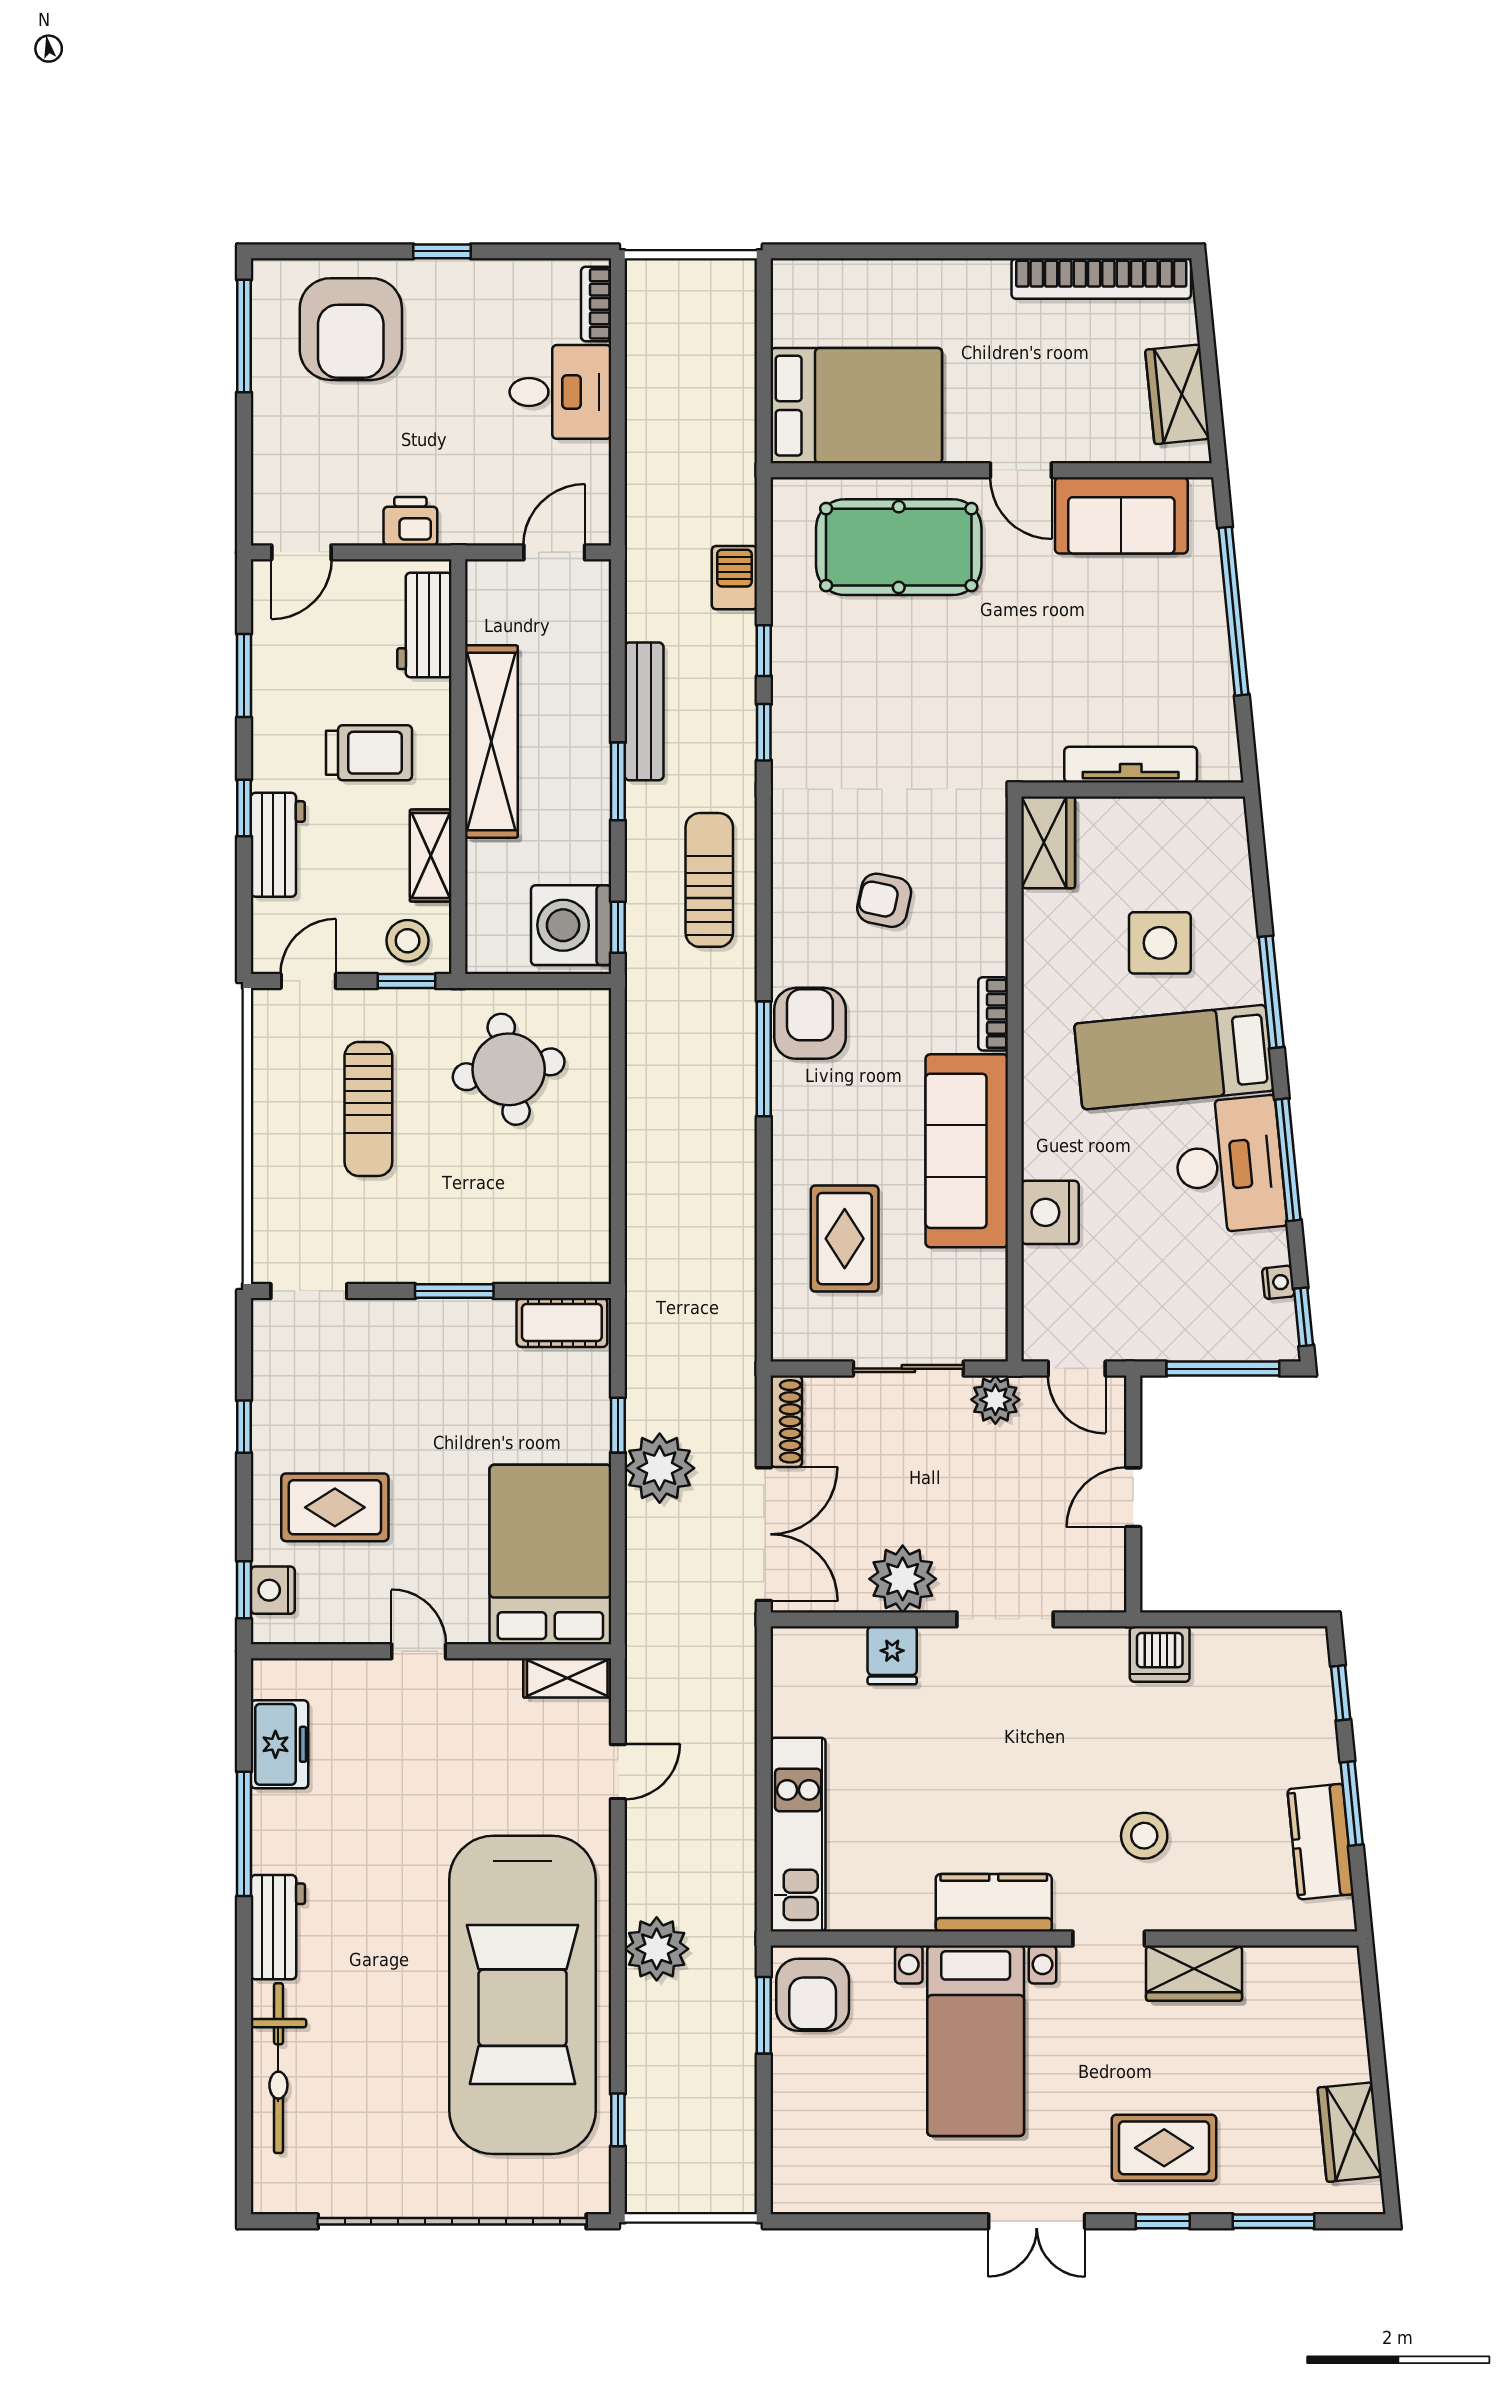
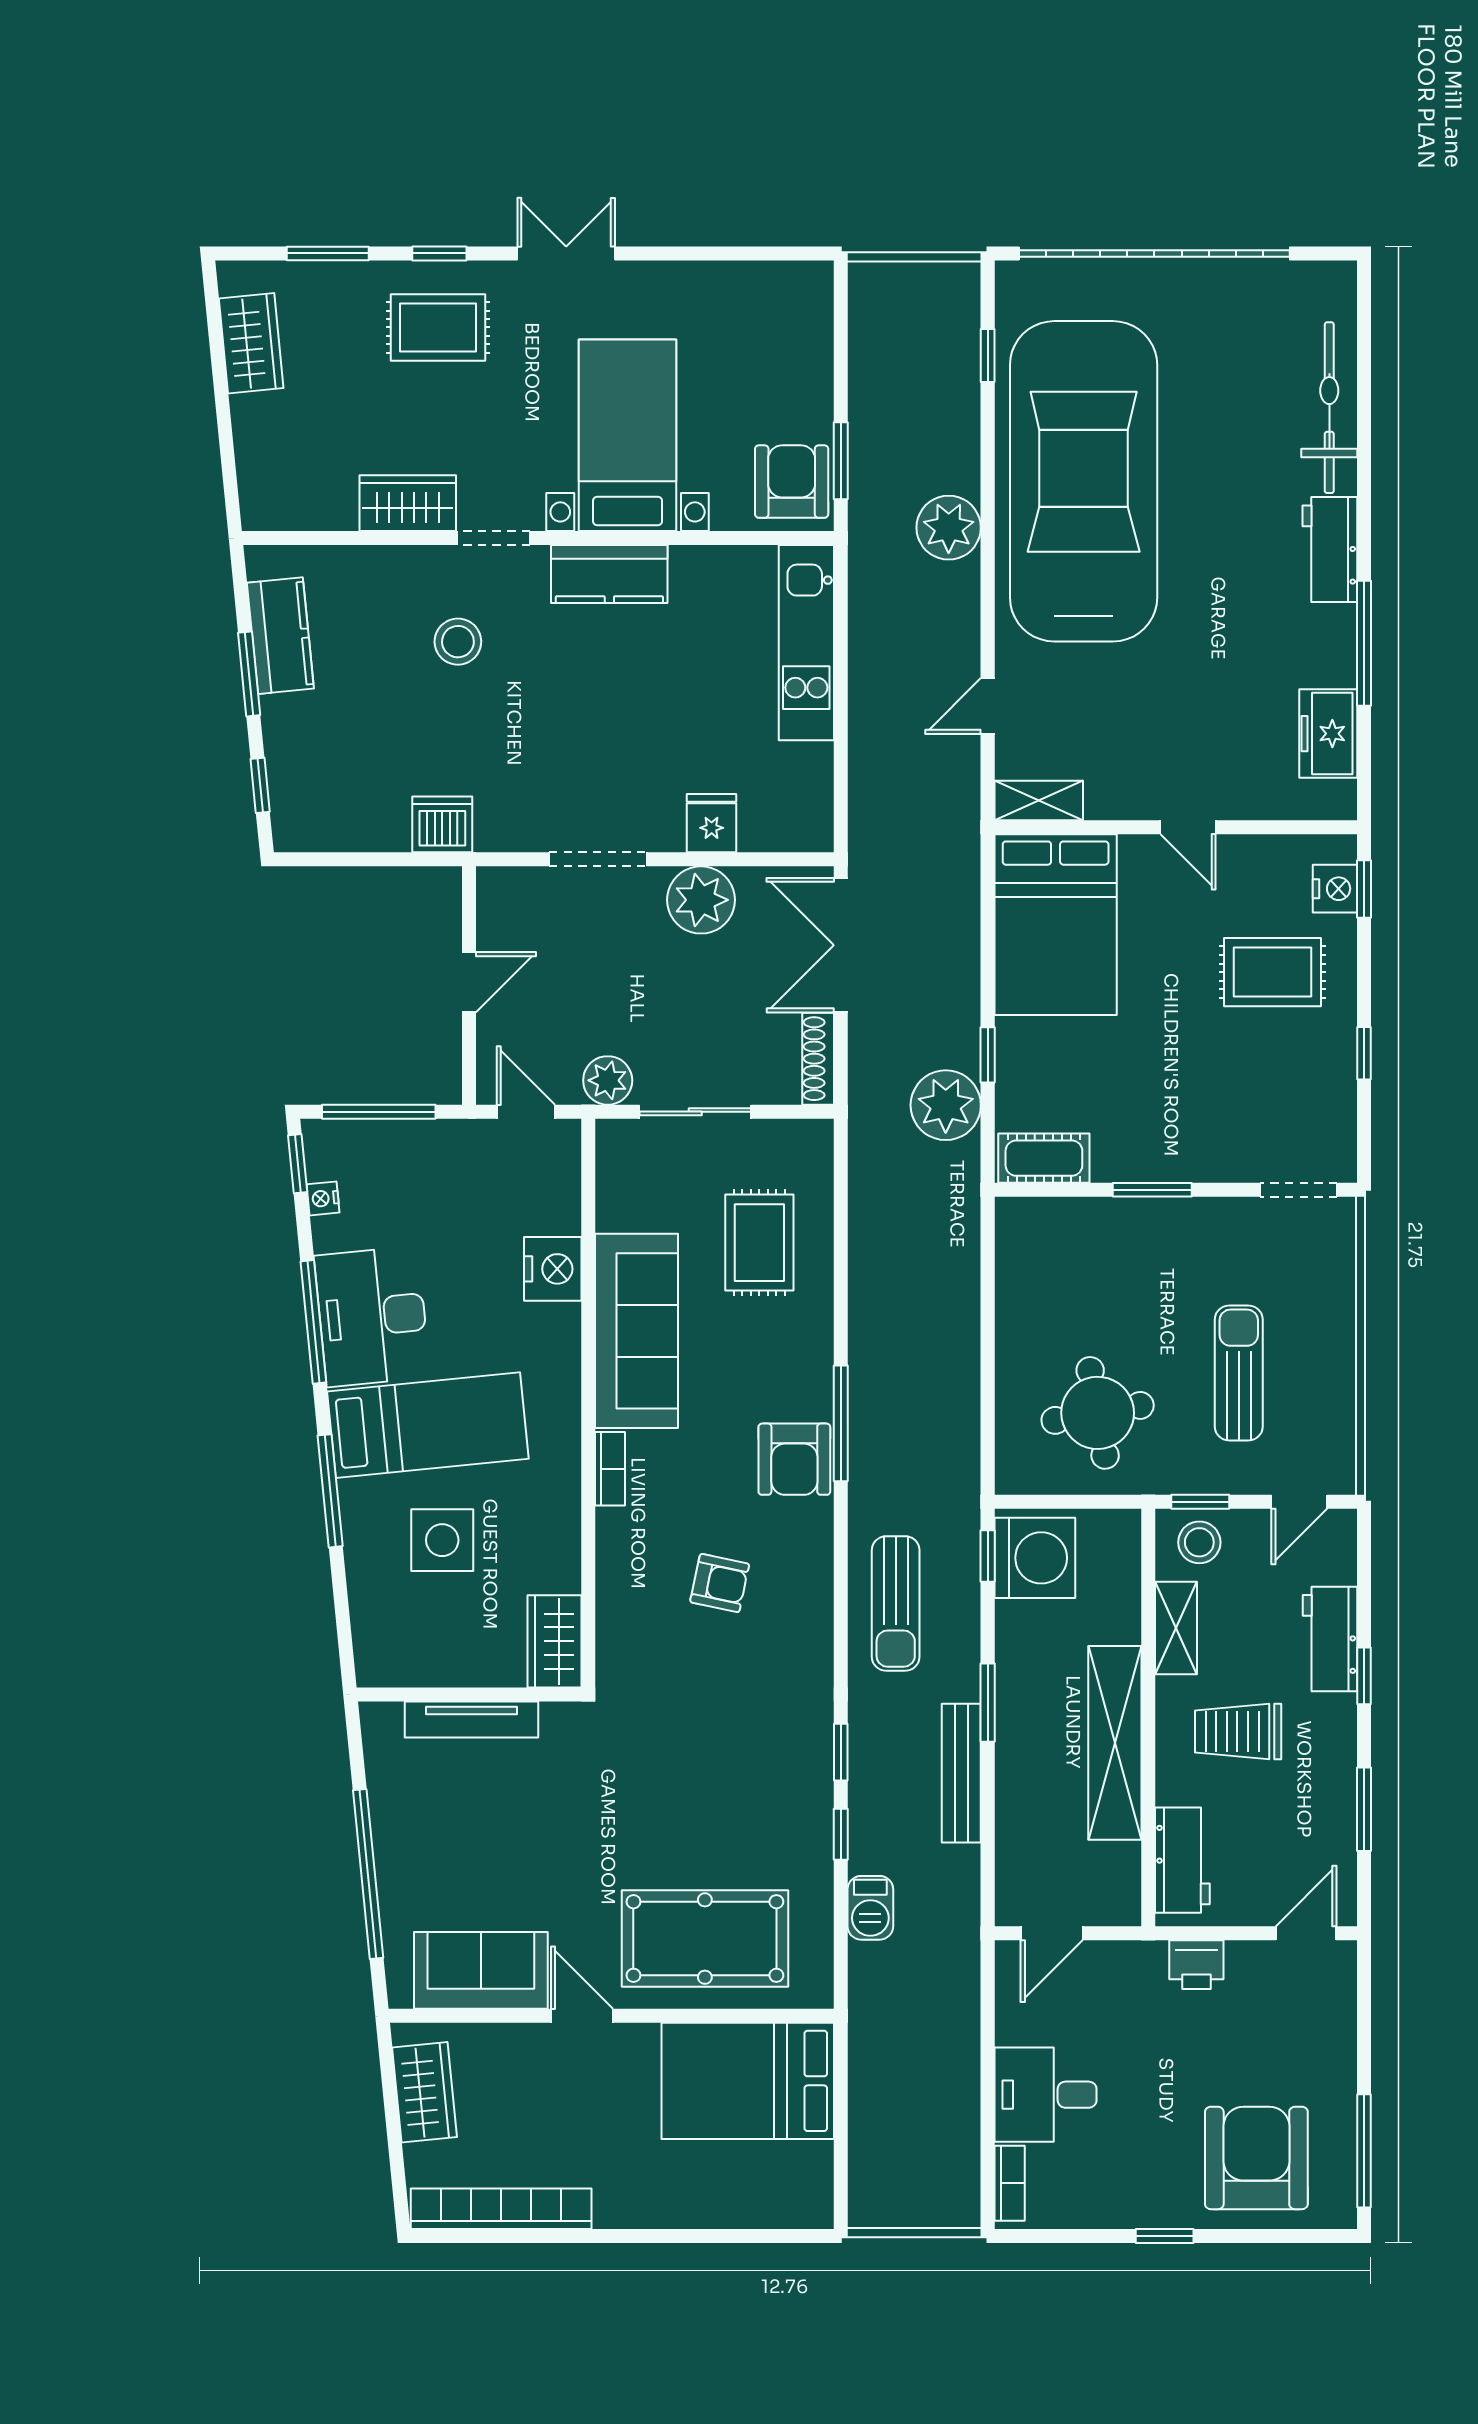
plant: (660, 1468) -> (946, 1105), moved

